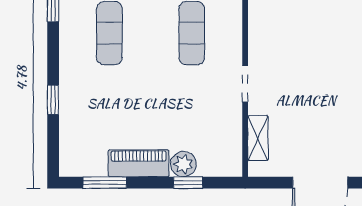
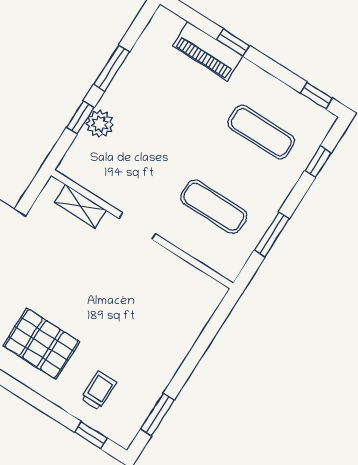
piano: (139, 163) -> (208, 51), moved, turned 90
window: (105, 183) -> (112, 68), moved

